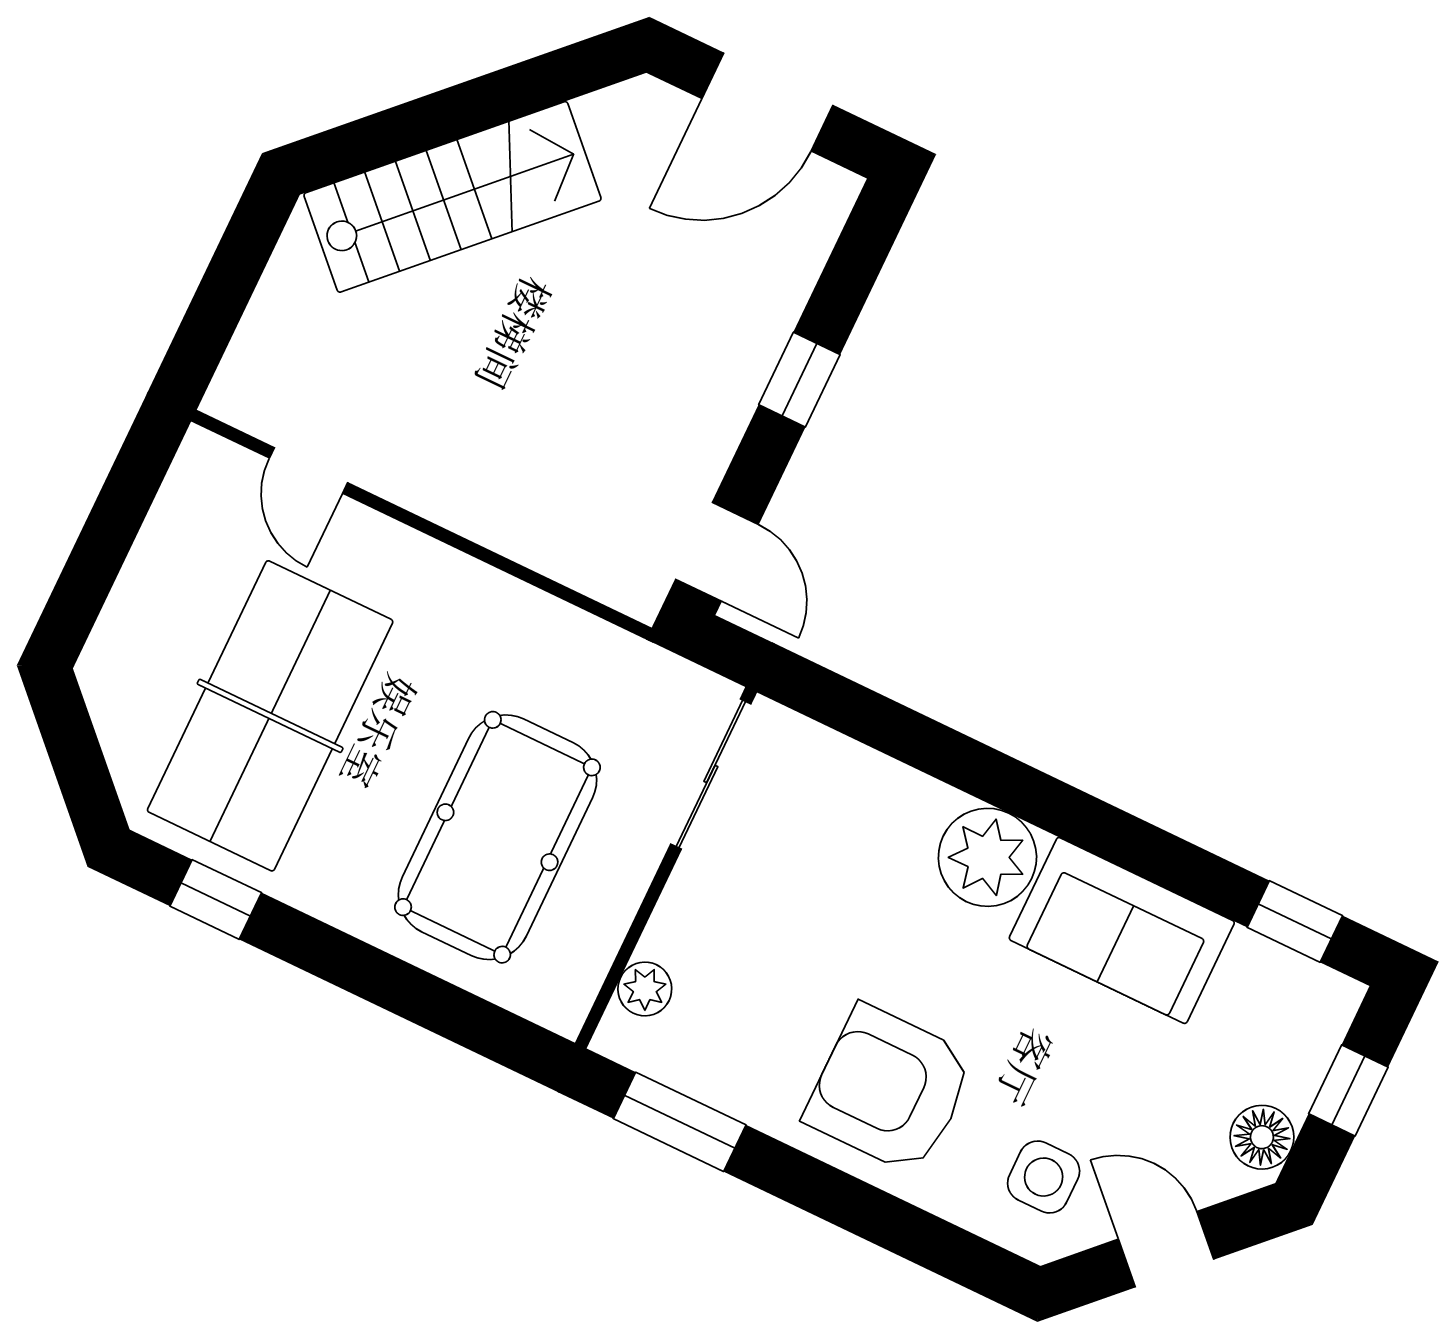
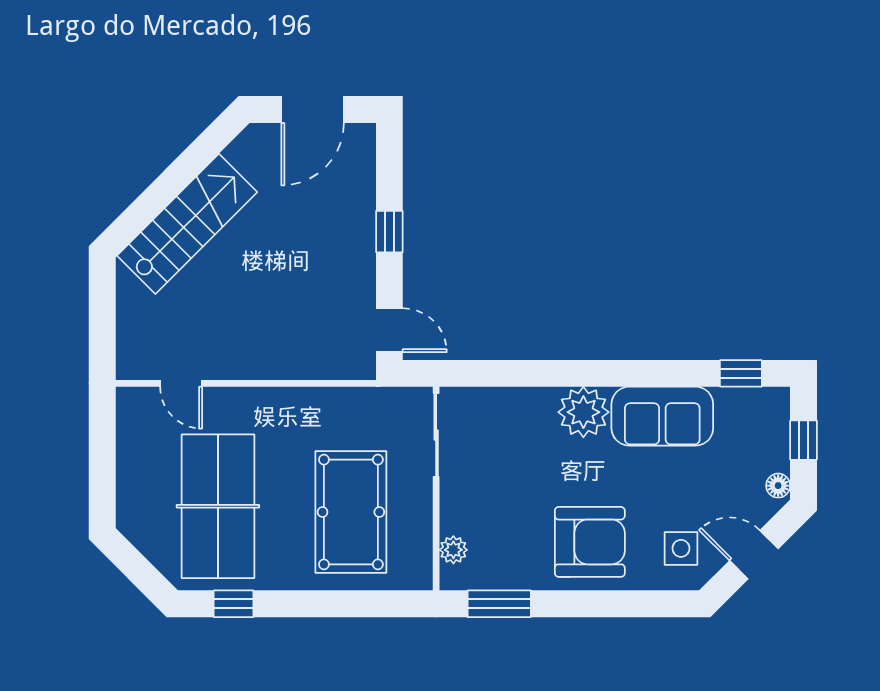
armchair: (890, 1089) -> (590, 542), turned 180
floor lamp: (1262, 1137) -> (778, 486), width x0.73, depth x0.73

